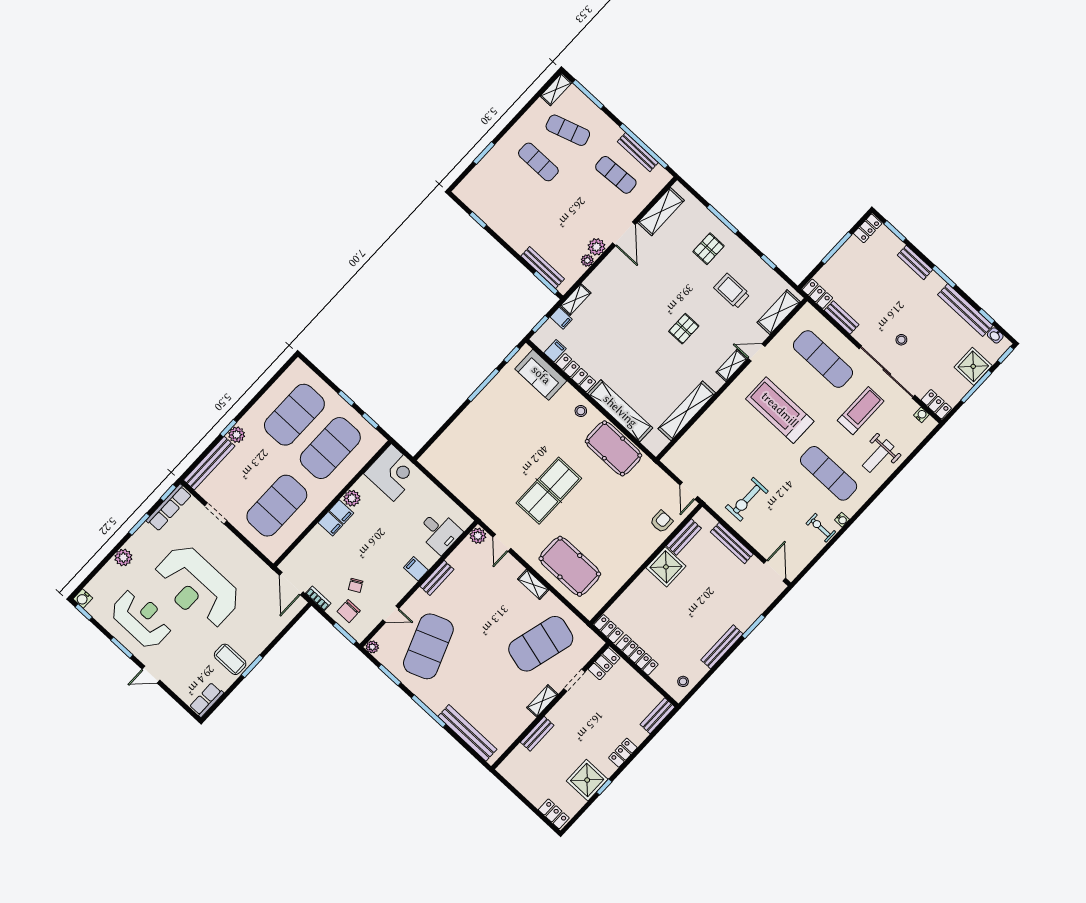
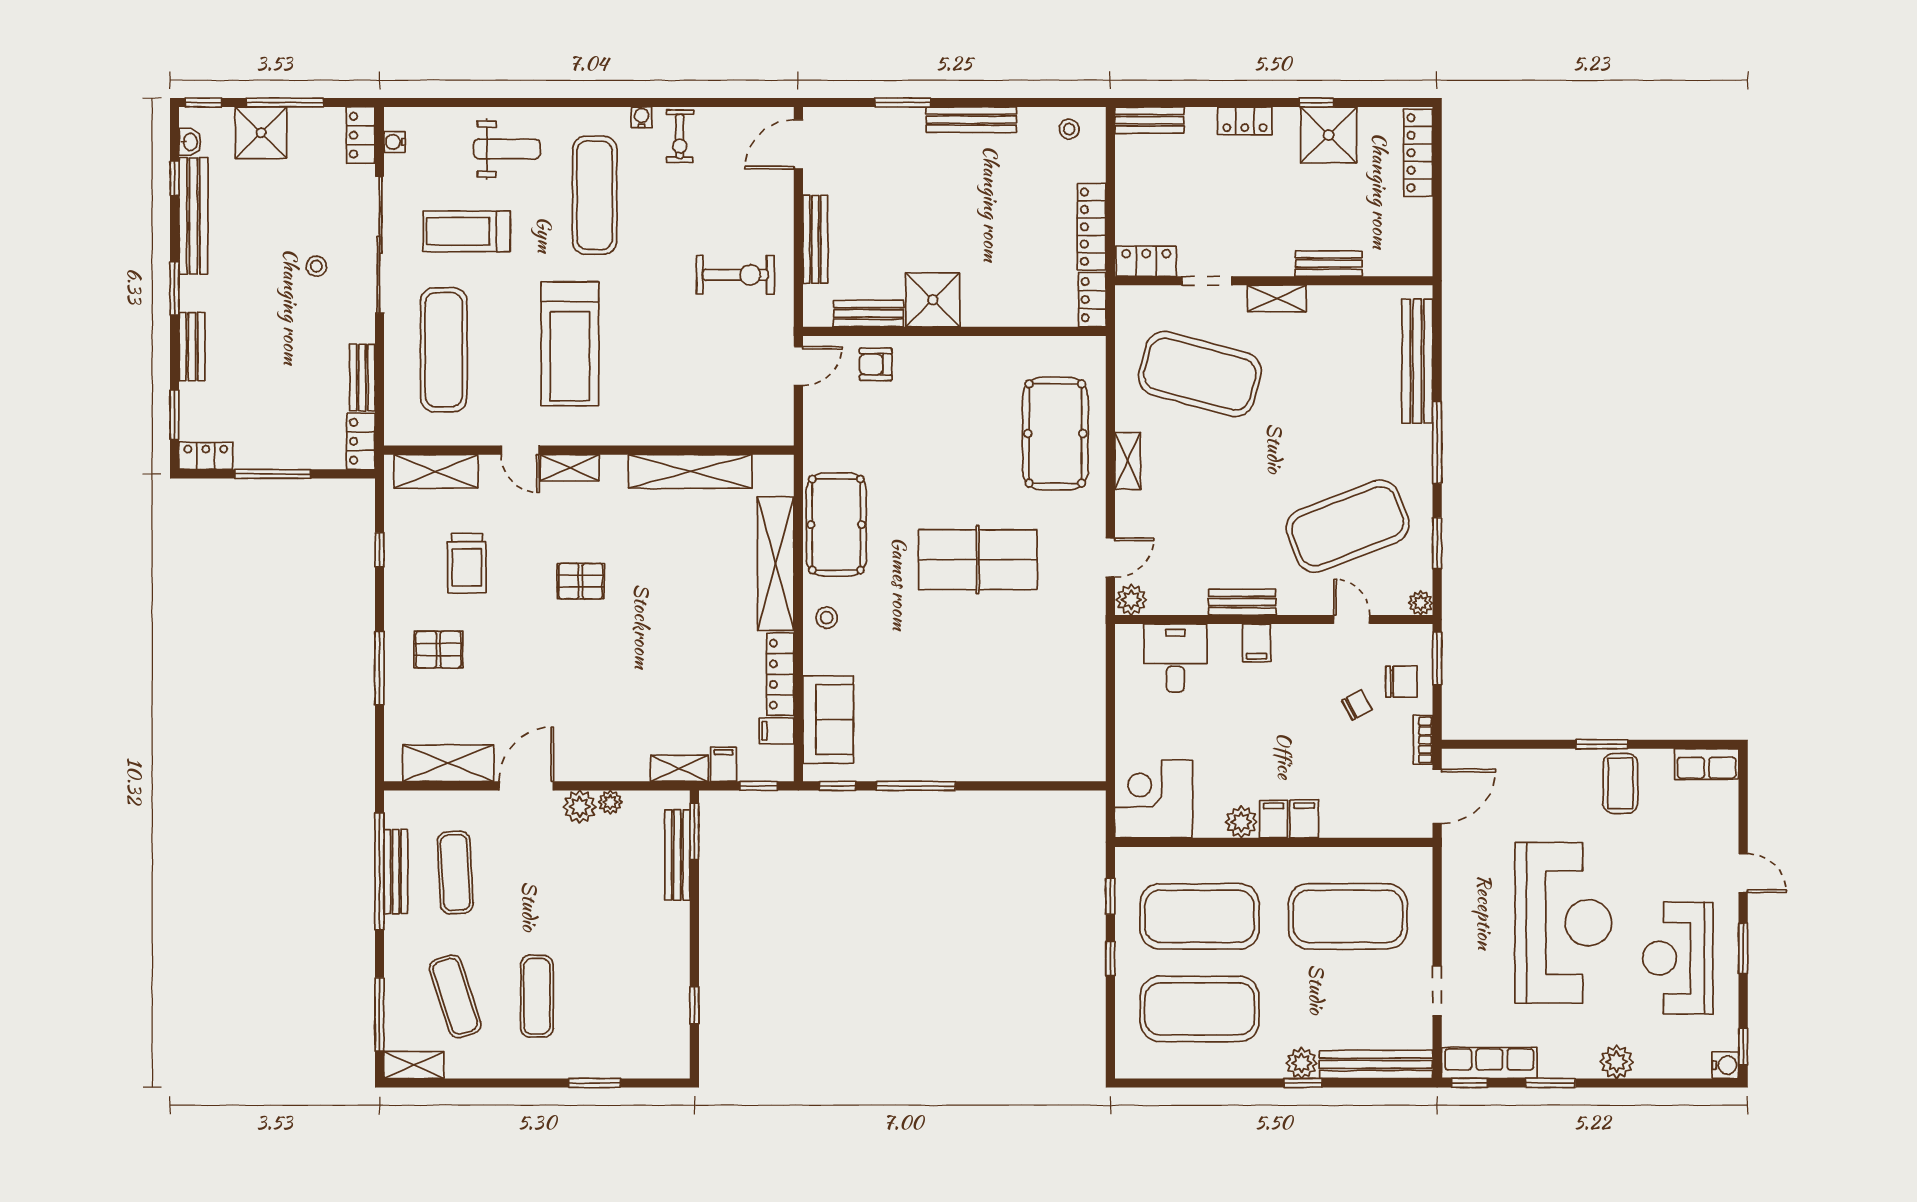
locker: (554, 814) -> (1418, 153), width x1.53

